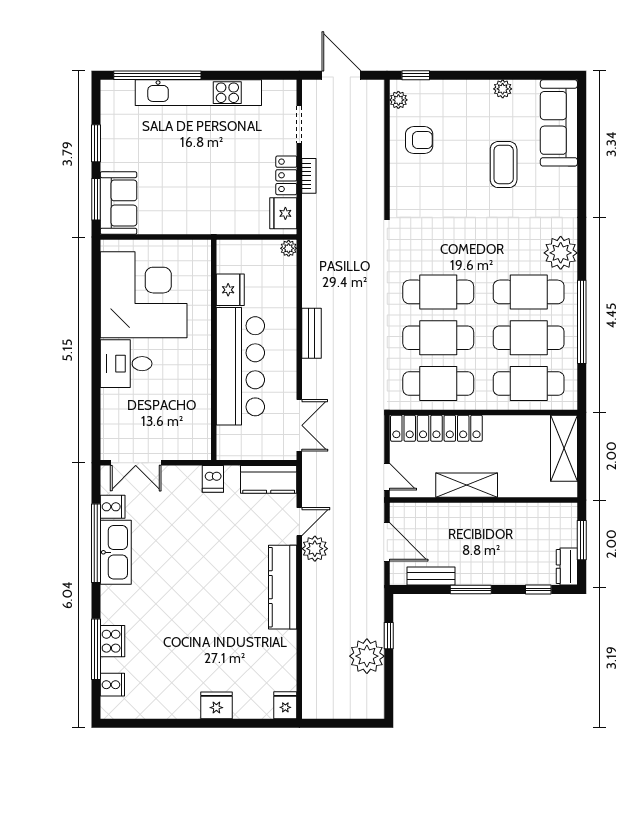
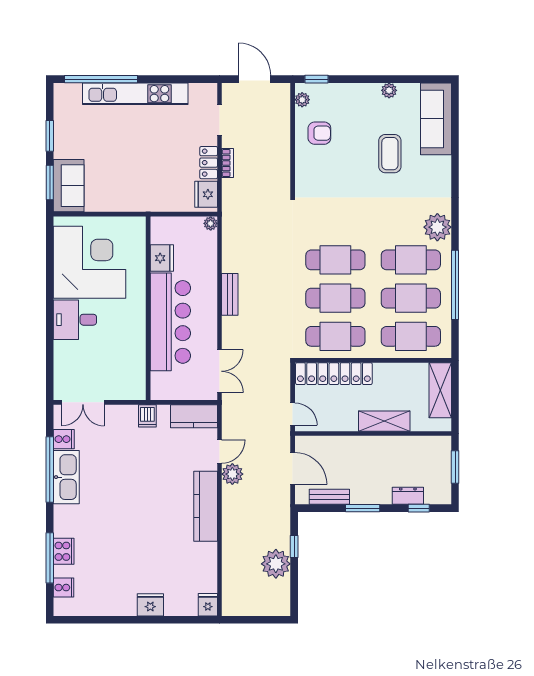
shelving: (467, 485) -> (384, 421), moved
dresser: (567, 567) -> (408, 496), moved, turned 90

